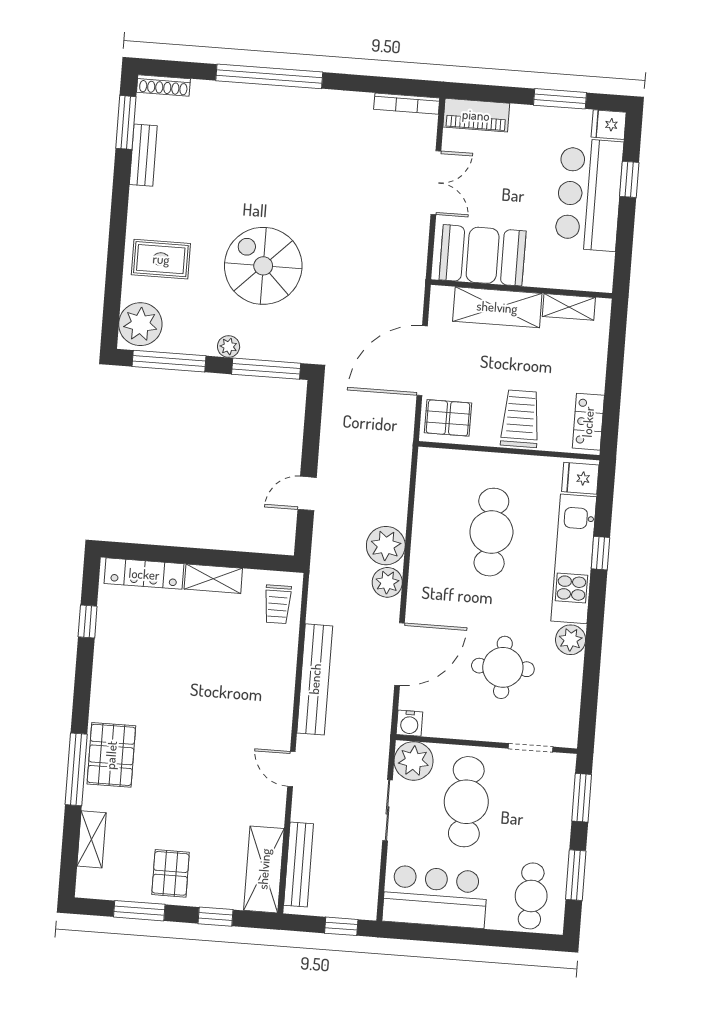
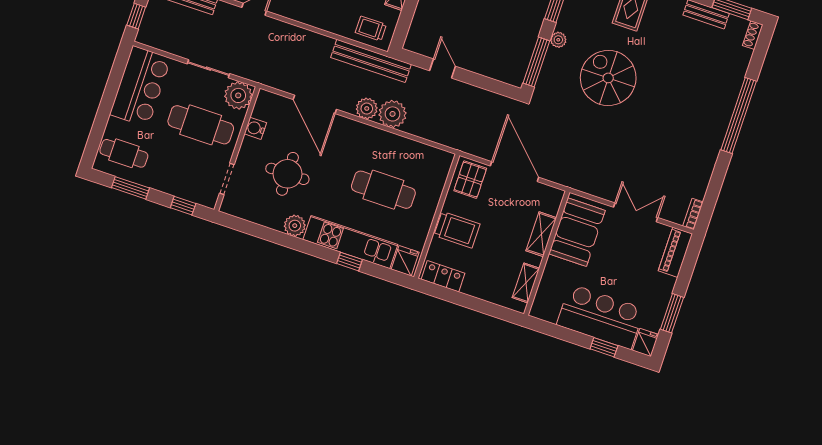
shoe rack: (163, 86) -> (753, 35), width x0.70
bookcase: (407, 104) -> (693, 214), width x0.64
double door: (436, 183) -> (636, 212), swing flipped
spiral stairs: (263, 266) -> (608, 78), turned -90
shelving: (497, 307) -> (541, 234), width x0.67, depth x0.75
bench: (315, 679) -> (371, 61), moved
water cooler: (409, 723) -> (255, 128), moved
window: (582, 798) -> (183, 206), width x0.67

